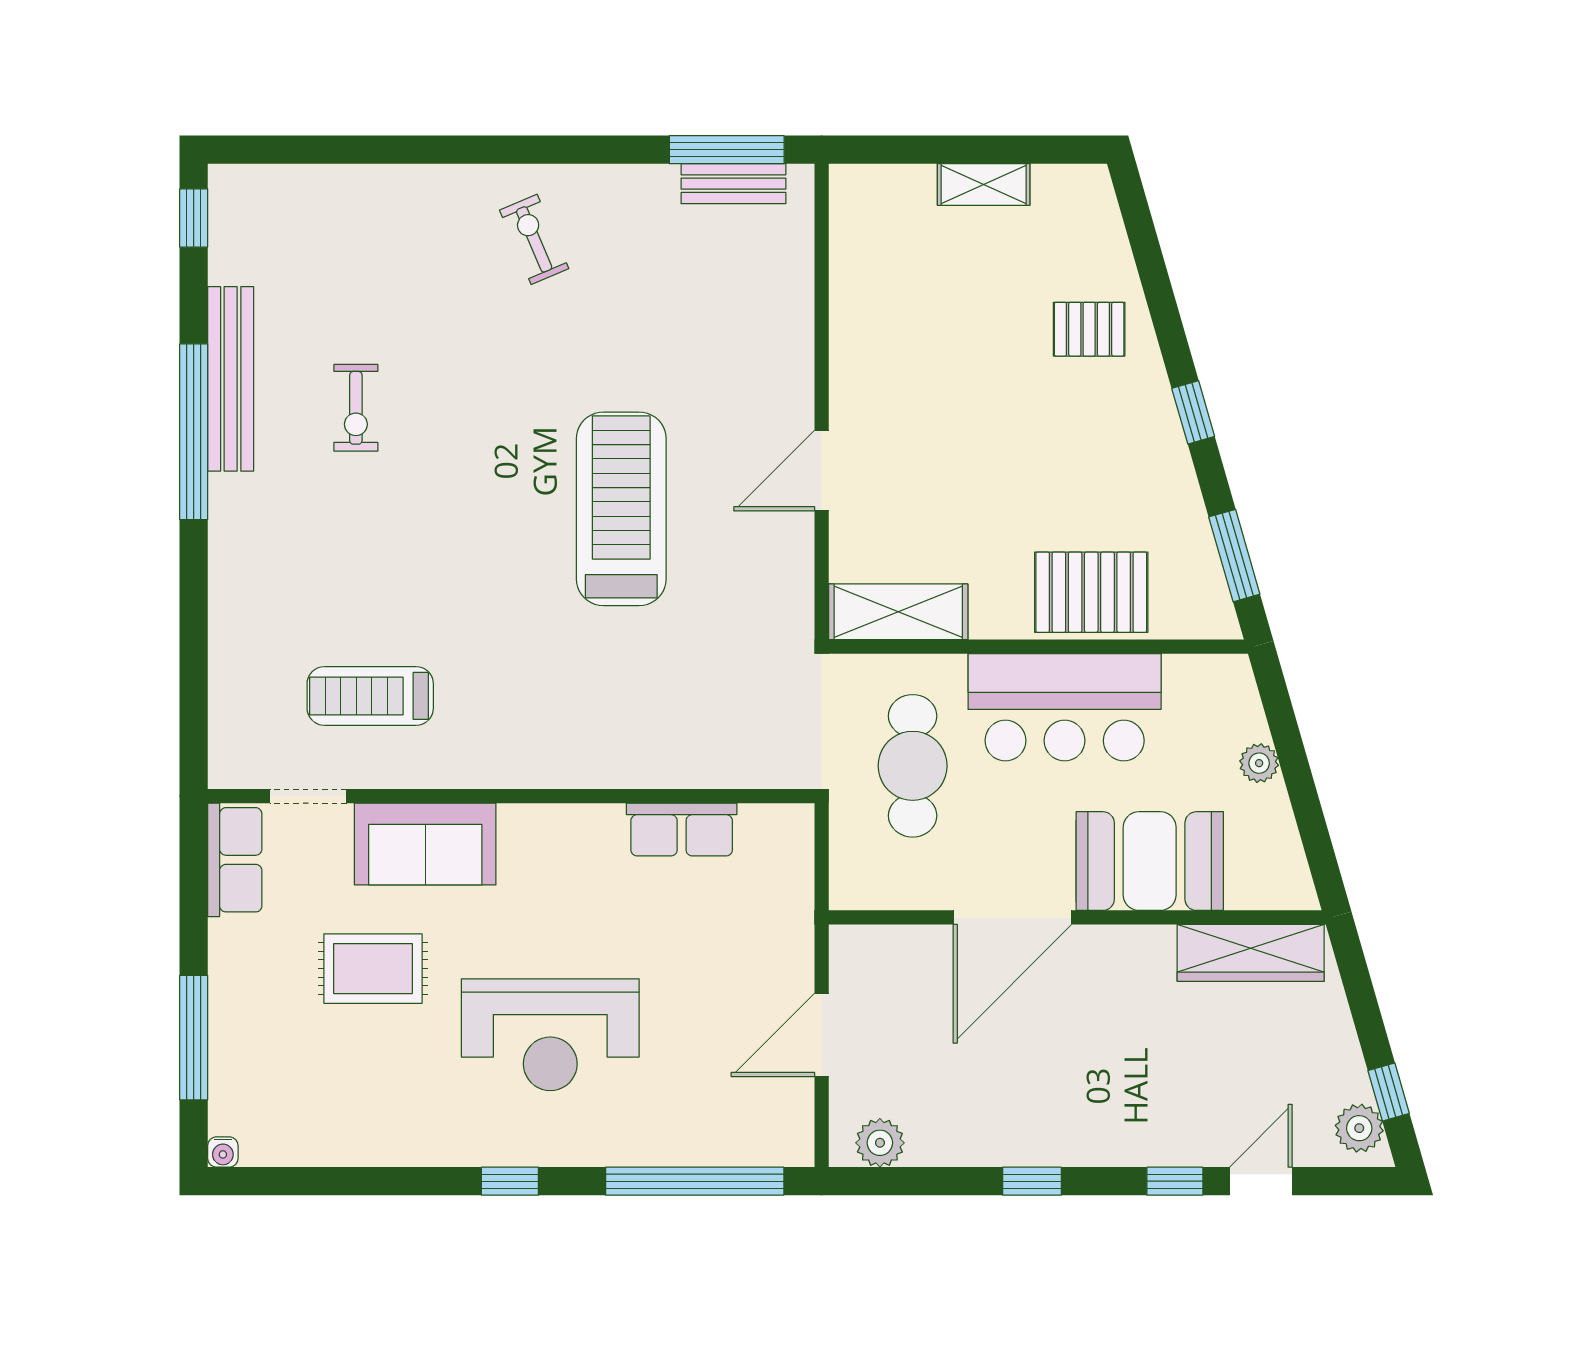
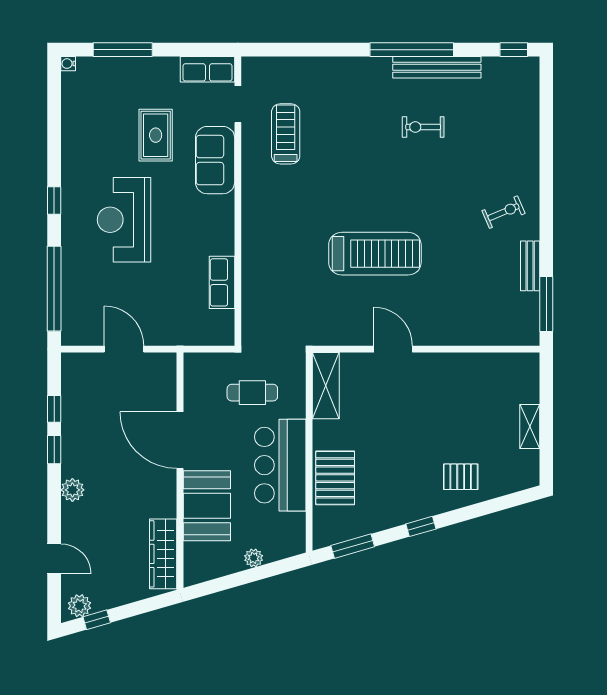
bench: (733, 184) -> (530, 266), moved
pallet: (1089, 329) -> (461, 477), turned 90
cafe table: (913, 766) -> (252, 393), width x0.73, depth x0.74
plant: (880, 1143) -> (72, 490), moved
window: (1175, 1181) -> (54, 409), moved

